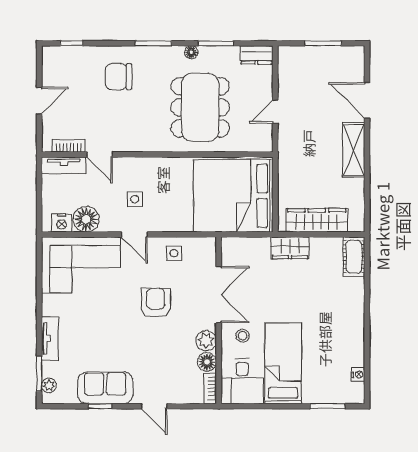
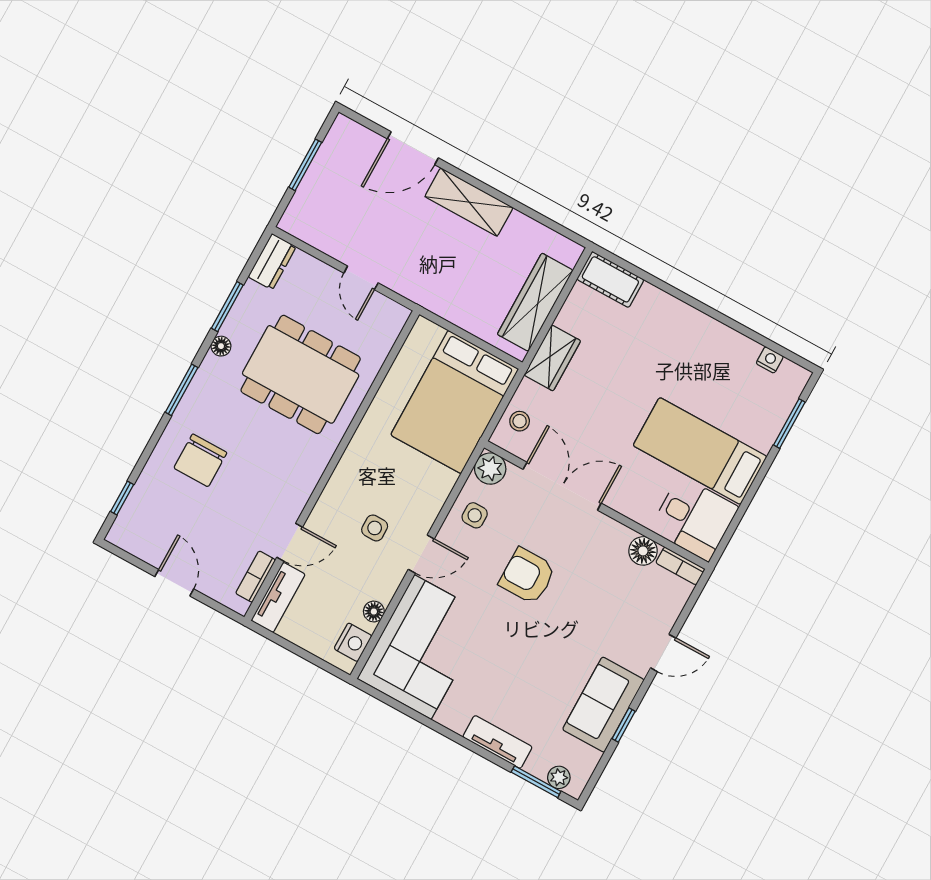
bed: (233, 196) -> (455, 402), width x0.73
floor lamp: (86, 219) -> (374, 612), width x0.53, depth x0.53
stool: (242, 336) -> (520, 421), moved
plant: (206, 341) -> (490, 469), moved

